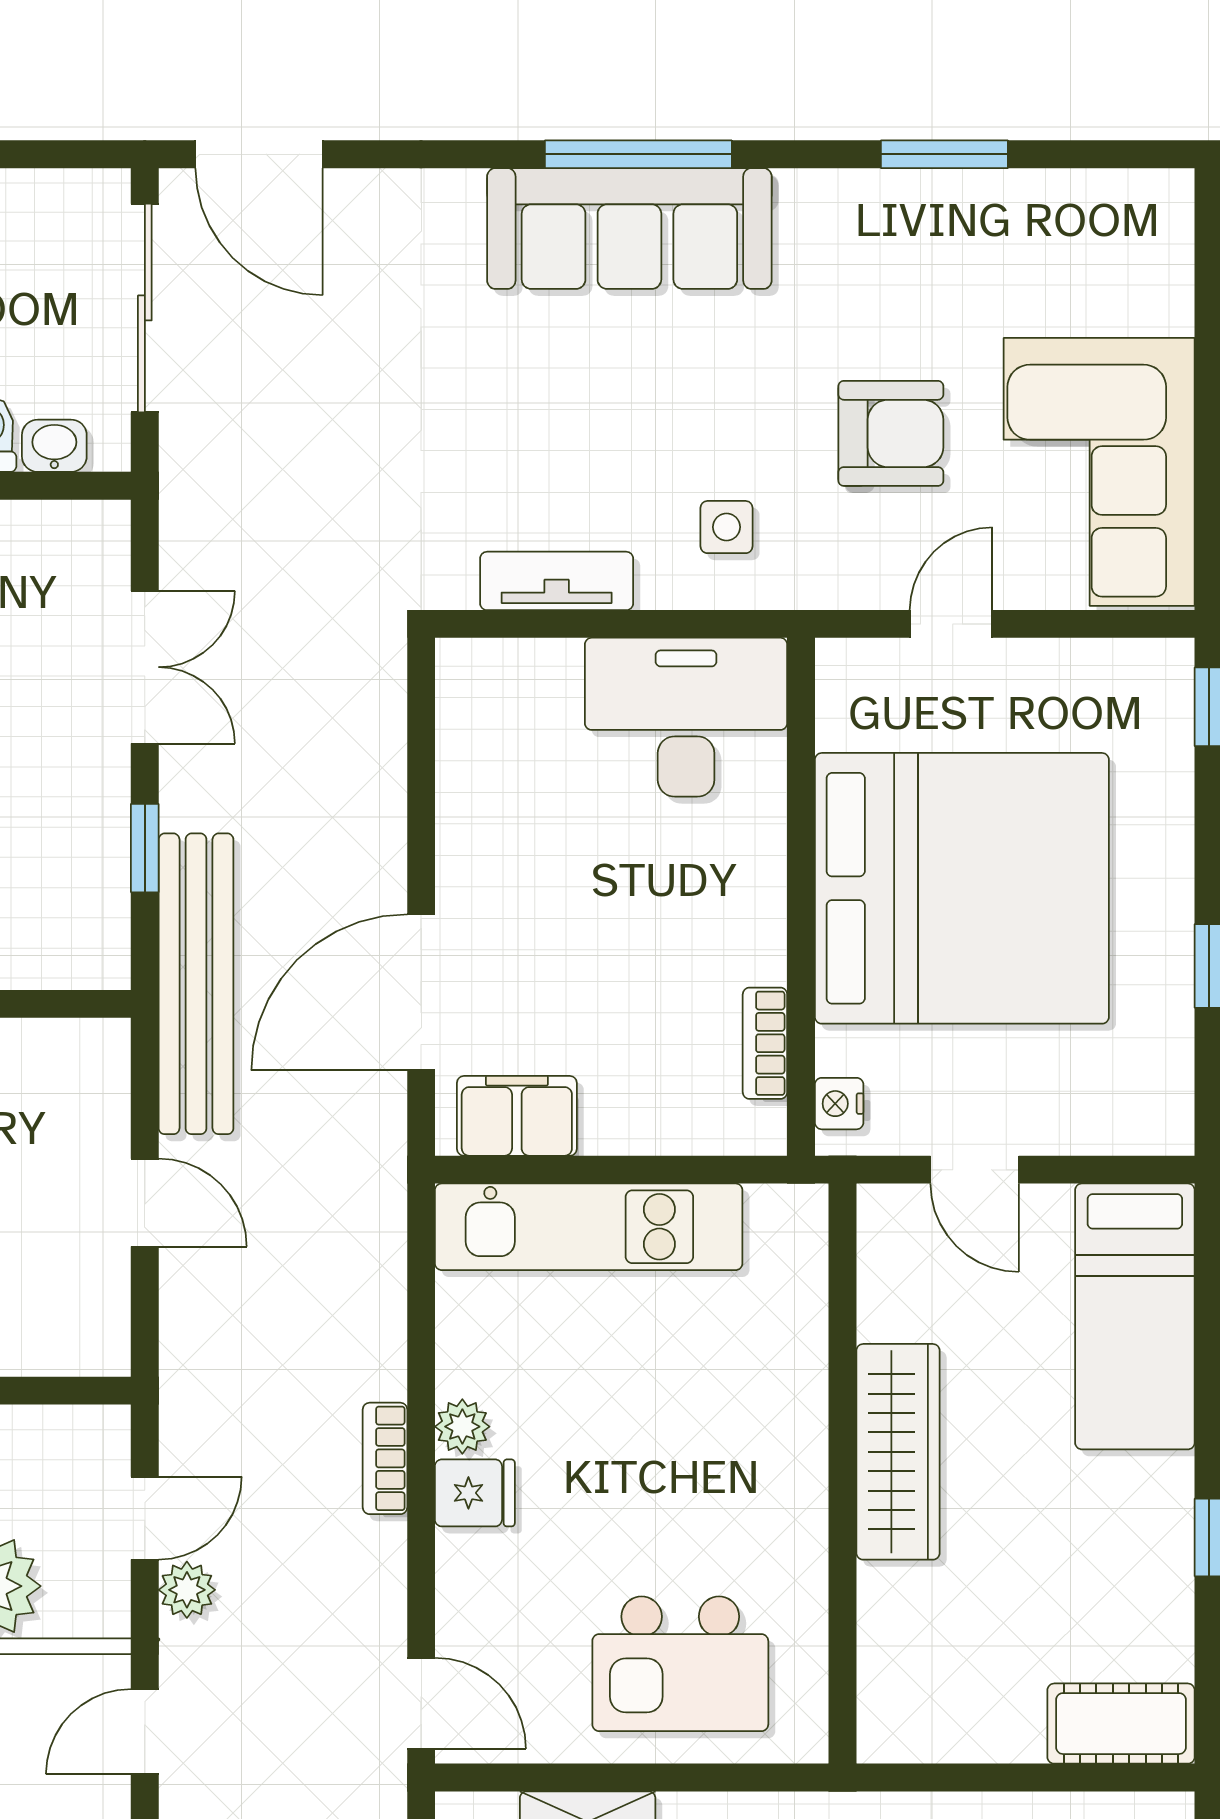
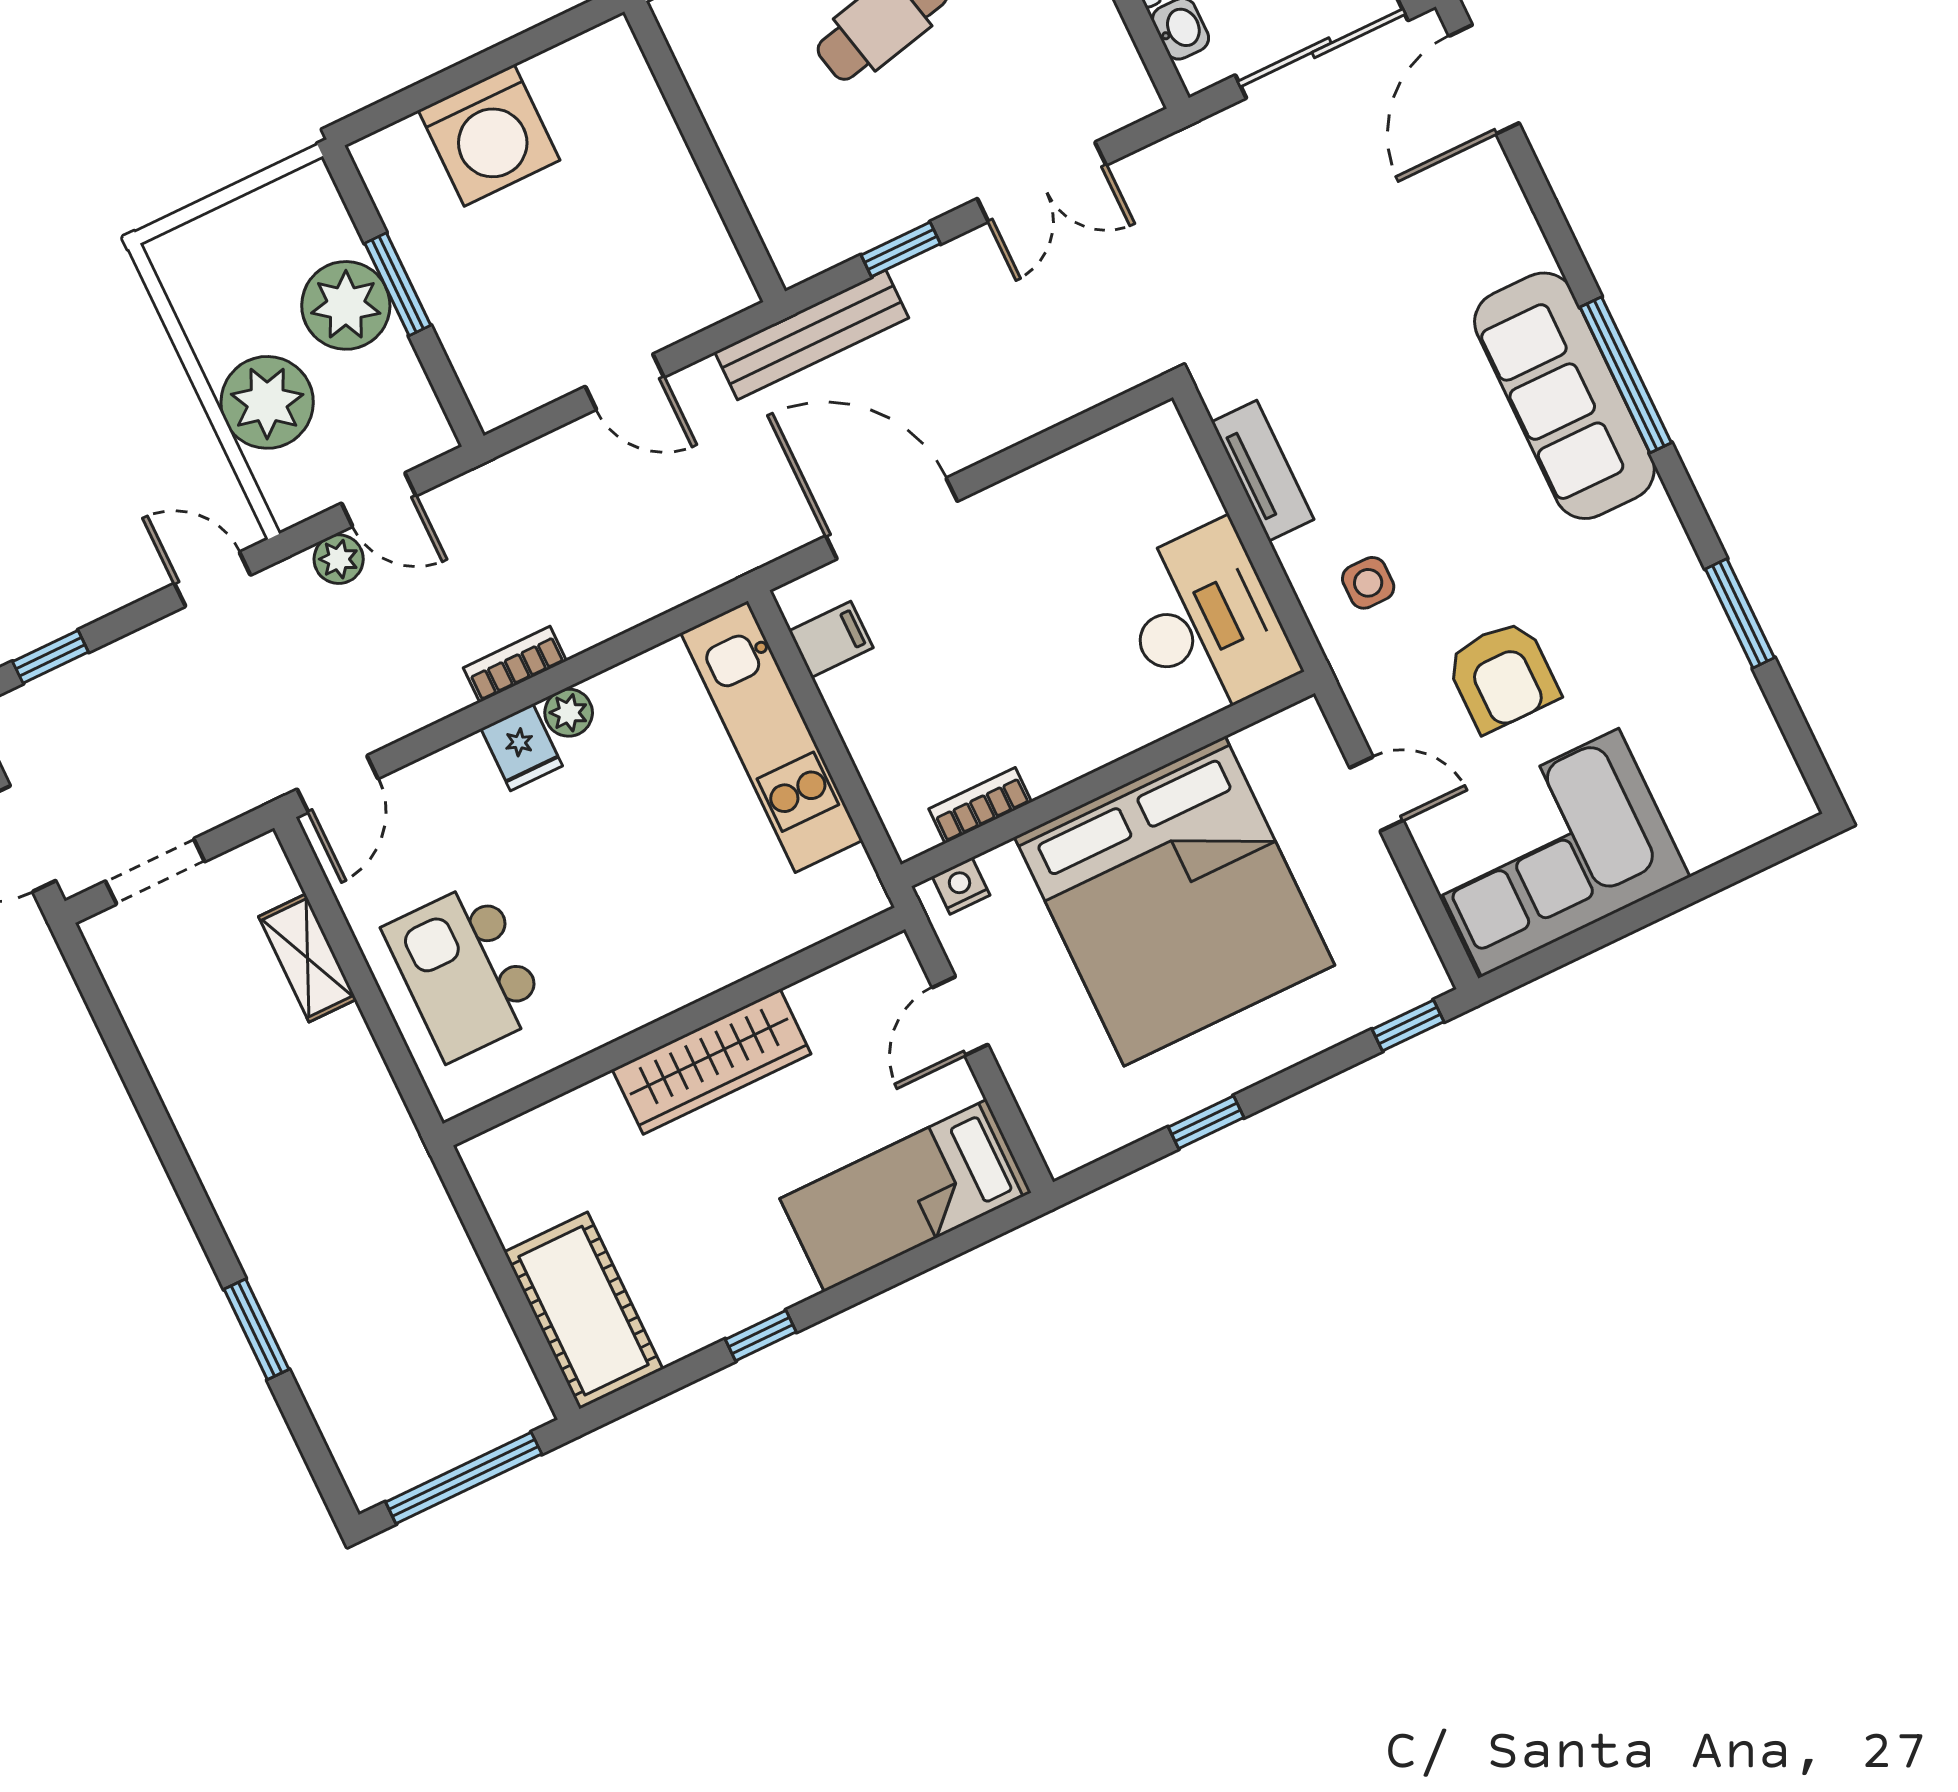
bench: (196, 984) -> (812, 335), width x0.73, depth x0.82
filing cabinet: (517, 1116) -> (831, 639), width x0.50
door: (145, 1203) -> (625, 382), hinge flipped
cot: (1121, 1724) -> (584, 1311), width x1.37, depth x1.34

